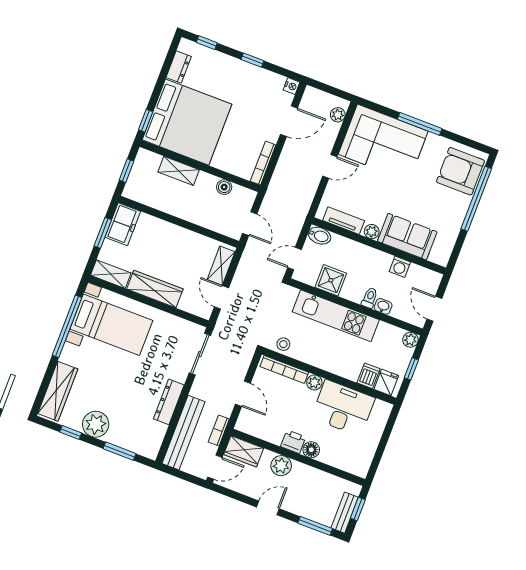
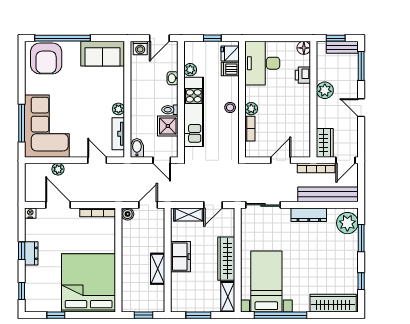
dresser: (179, 67) -> (31, 253), moved, turned 90
plant: (338, 115) -> (58, 169), moved
window: (146, 121) -> (56, 315), moved
window: (420, 124) -> (22, 123), moved
door: (330, 166) -> (97, 160), moved
shelving: (179, 171) -> (158, 269), moved
boiler: (224, 187) -> (128, 214), moved
freezer: (123, 224) -> (180, 257), moved, turned 90
sofa: (407, 237) -> (102, 54), moved, turned -90
washing machine: (400, 267) -> (140, 48), moved, turned 90
toilet: (370, 298) -> (170, 110), moved
plant: (410, 340) -> (190, 70), moved
stool: (283, 344) -> (230, 107), moved
bookcase: (284, 369) -> (250, 129), width x0.64
desk: (343, 408) -> (262, 63), moved
plant: (96, 424) -> (347, 223), moved
bookcase: (219, 431) -> (316, 168), width x1.56
printer: (293, 442) -> (303, 75), moved
floor lamp: (311, 450) -> (304, 48), moved
plant: (281, 466) -> (325, 90), moved
door: (215, 467) -> (345, 160), swing flipped

